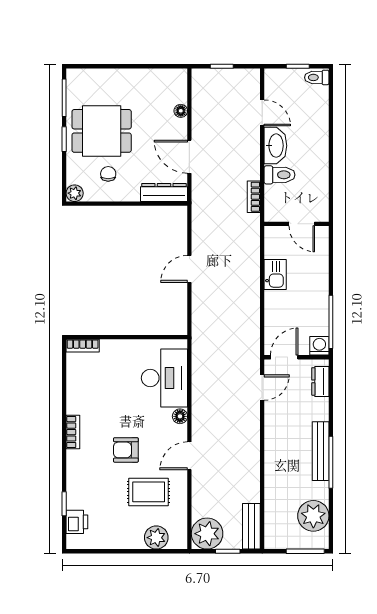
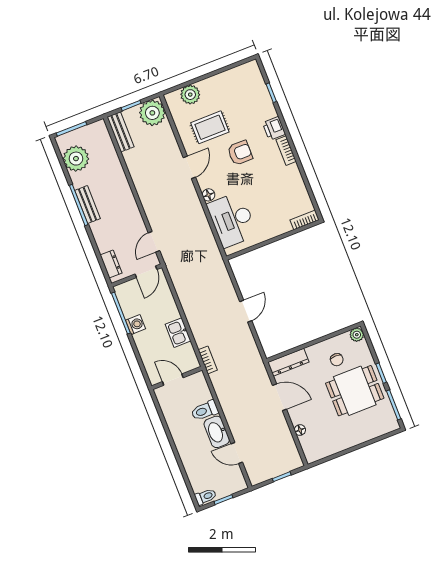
bookcase: (254, 197) -> (208, 360), moved
washing machine: (319, 346) -> (136, 324), moved, turned -90
bench: (321, 451) -> (88, 204), width x0.73
printer: (77, 522) -> (274, 128), moved

